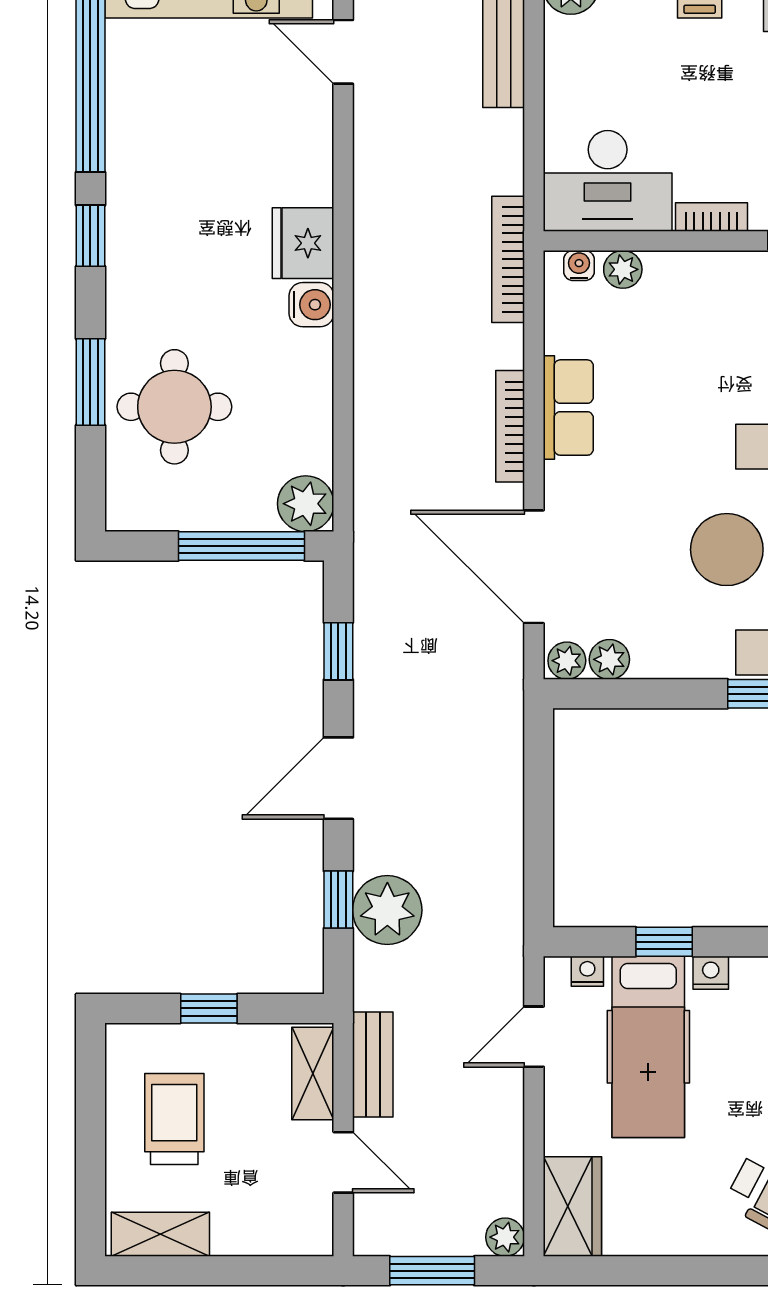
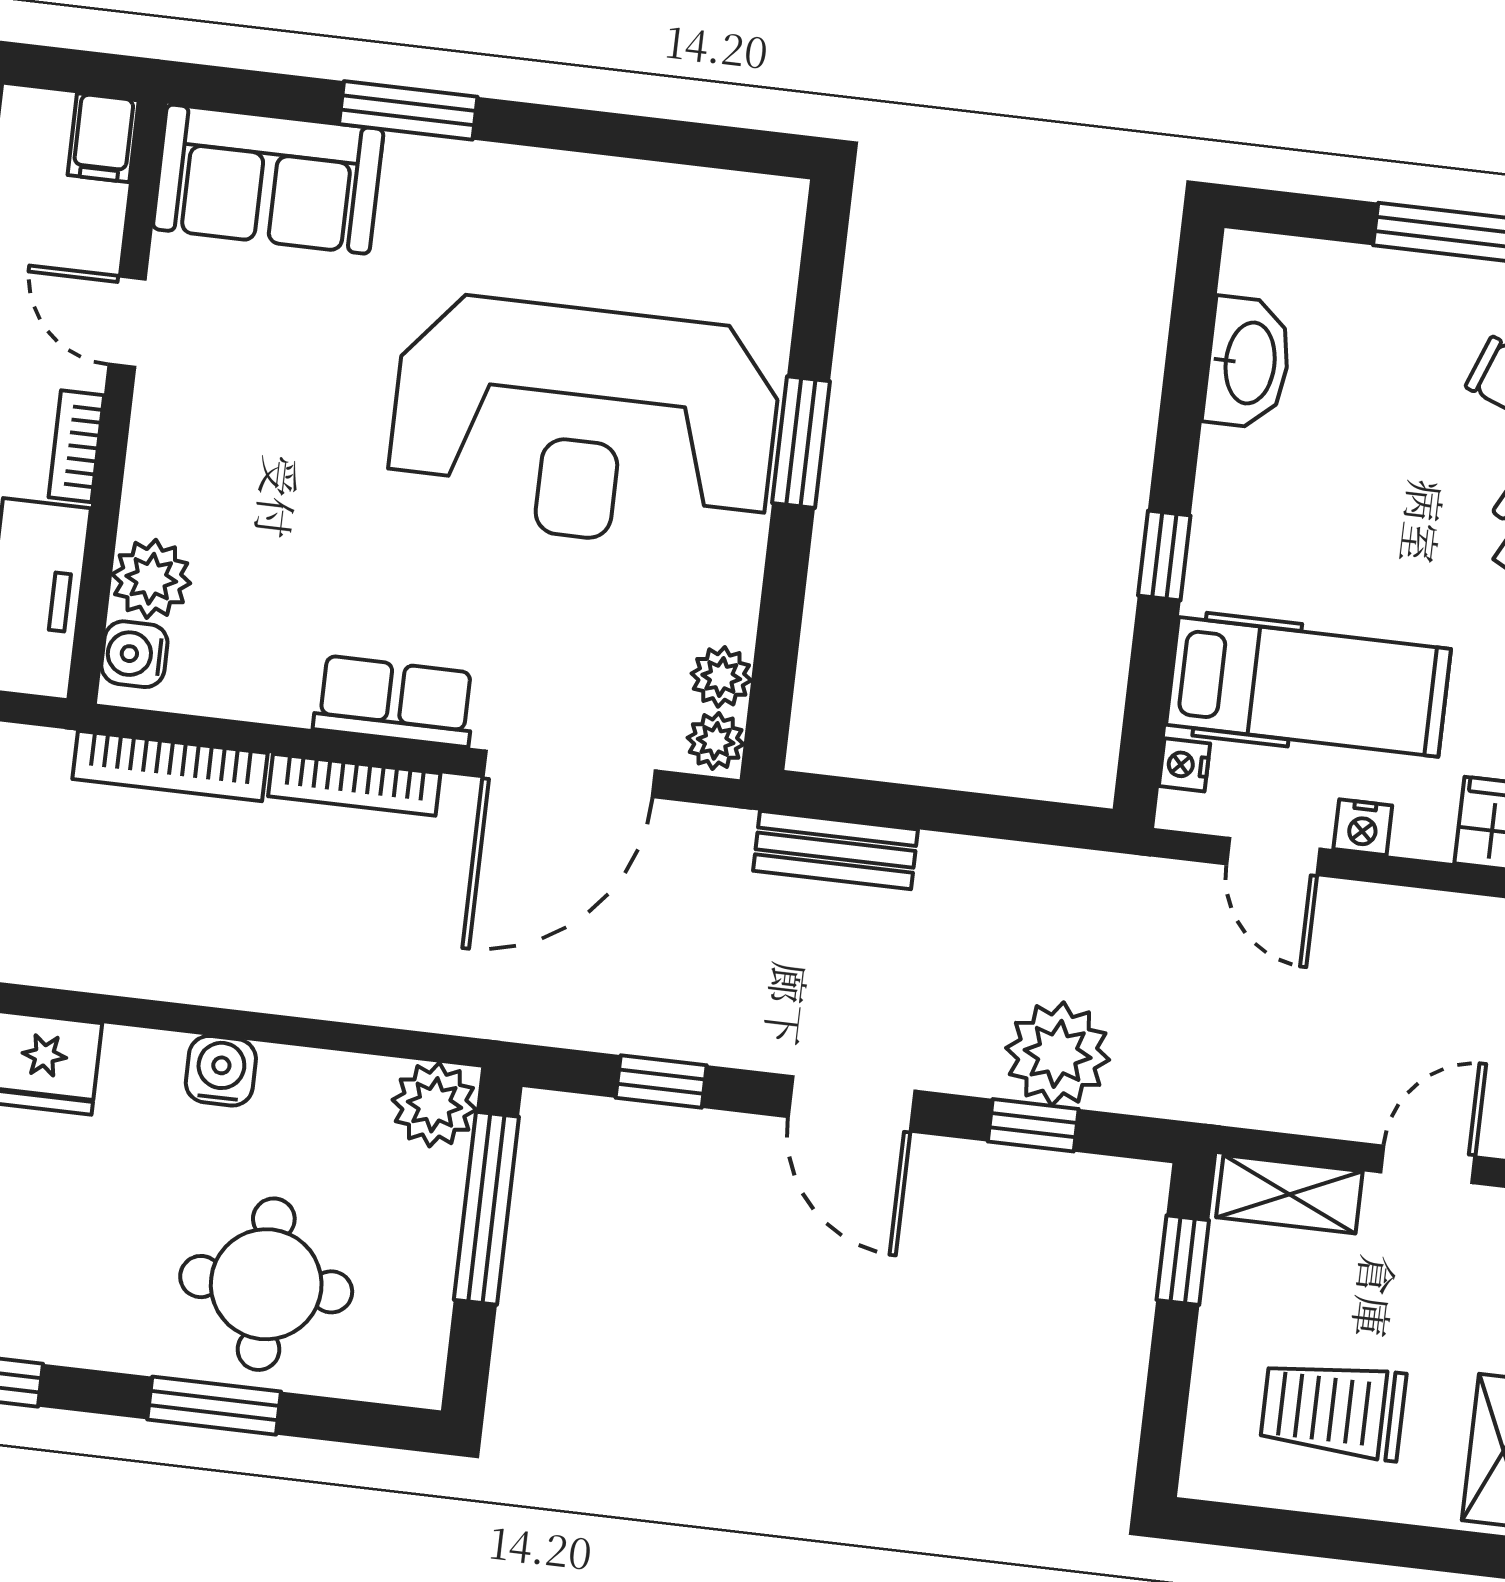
bookcase: (508, 259) -> (170, 766), moved
water cooler: (579, 266) -> (134, 654), width x1.38, depth x1.38
plant: (623, 269) -> (151, 579), width x1.38, depth x1.38
water cooler: (311, 305) -> (221, 1071), moved
row of seats: (568, 408) -> (395, 701), moved
window: (664, 942) -> (1164, 556), moved
nightstand: (711, 973) -> (1363, 827), moved, turned -90
window: (209, 1008) -> (1183, 1260), moved
bench: (373, 1065) -> (836, 850), moved

